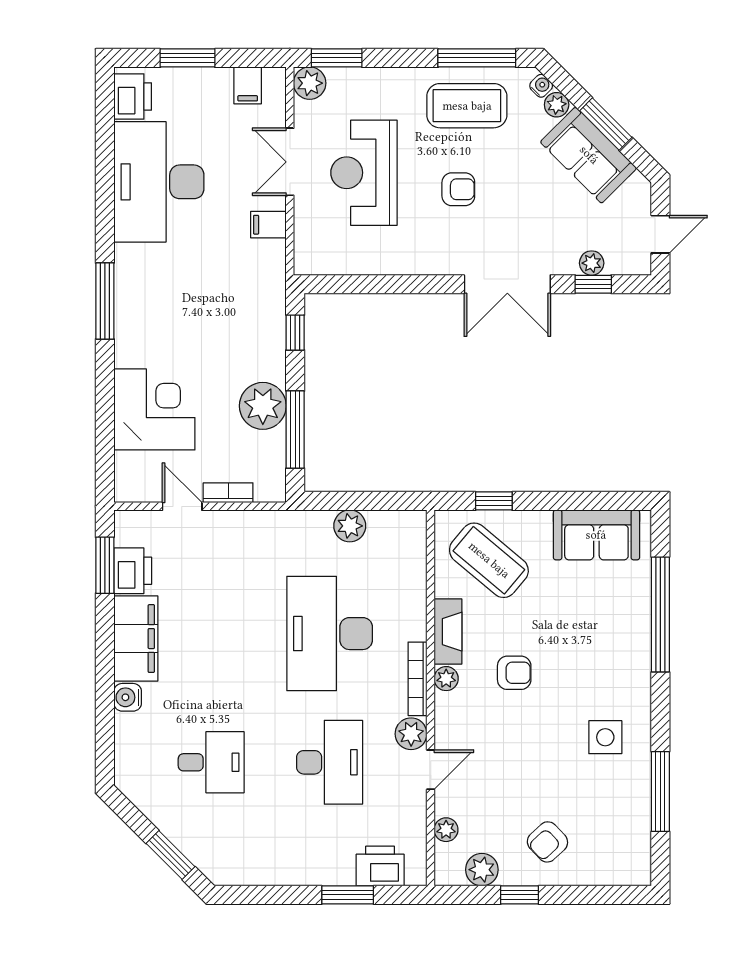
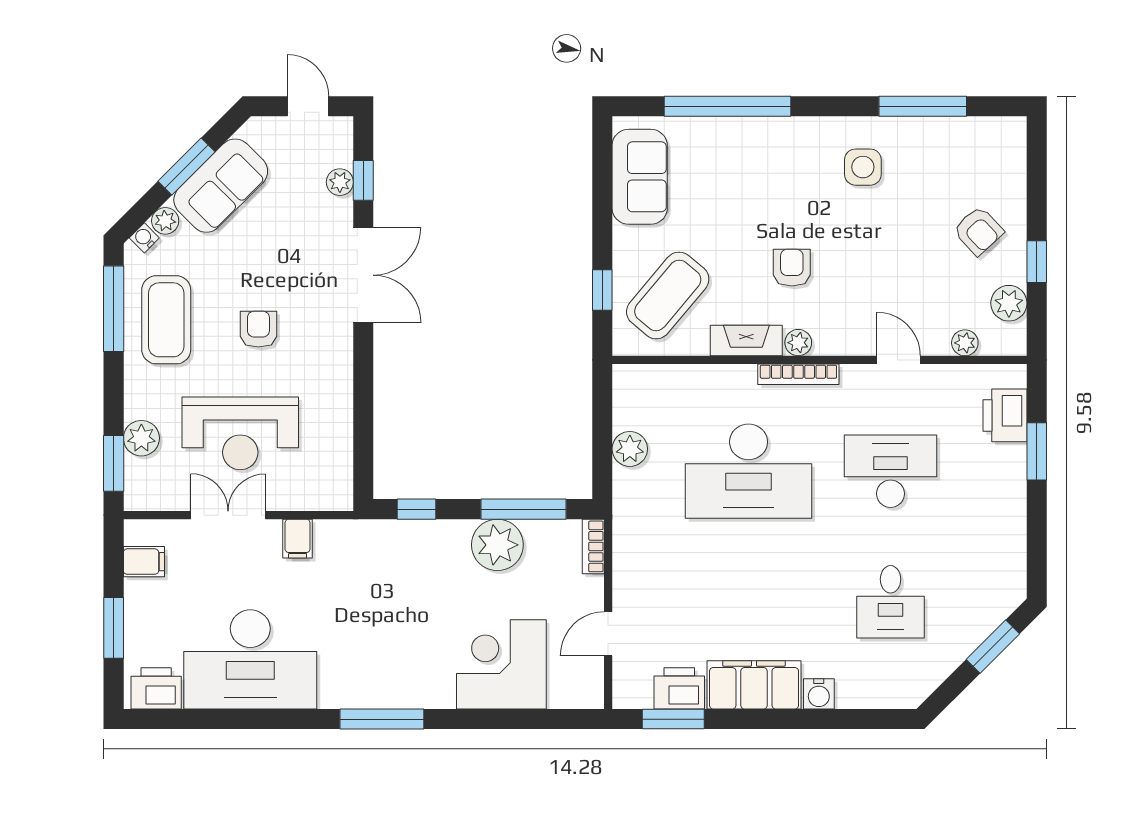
plant: (310, 83) -> (141, 438), moved
double door: (290, 162) -> (228, 515), swing flipped
bookcase: (228, 493) -> (593, 546), moved
plant: (411, 734) -> (859, 381), removed
desk: (211, 762) -> (891, 602), turned 180

